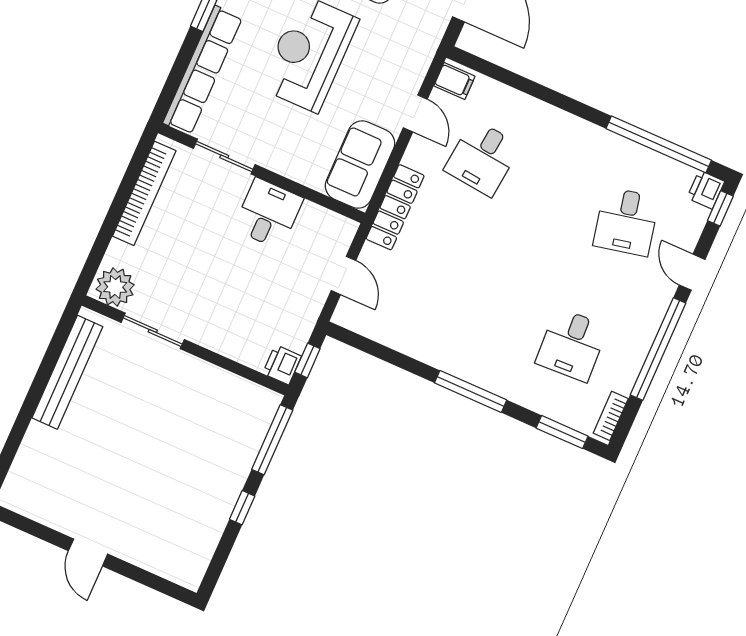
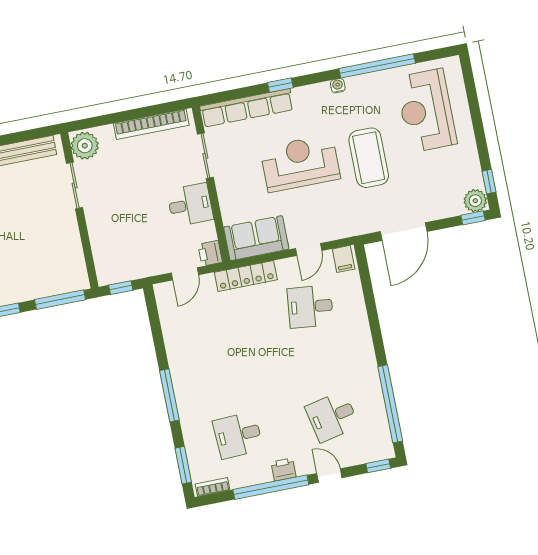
printer: (706, 190) -> (283, 469), moved
door: (692, 272) -> (329, 476), hinge flipped
printer: (282, 365) -> (210, 253), moved, turned -90

